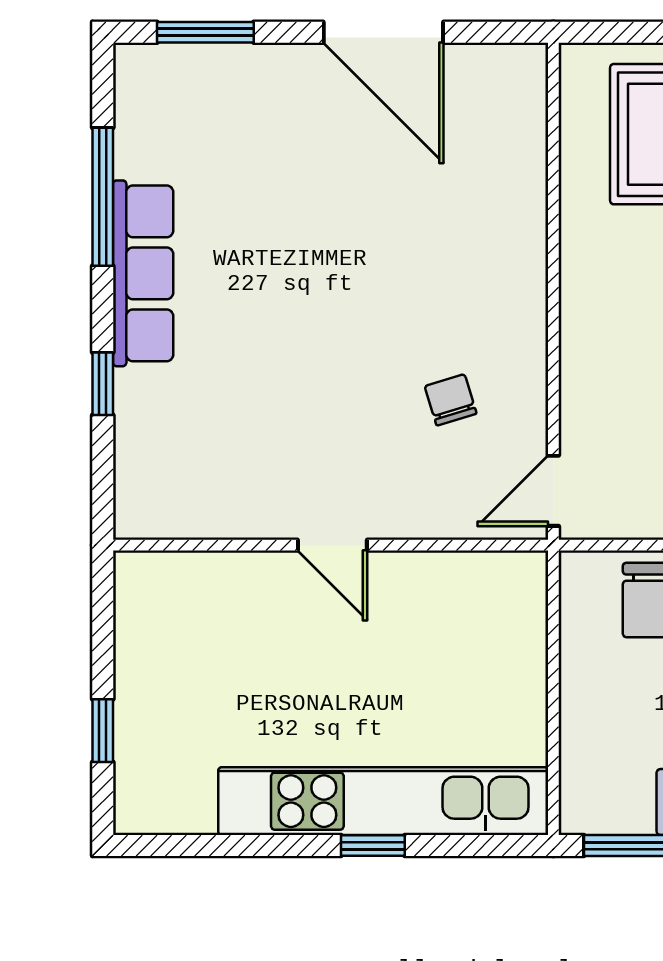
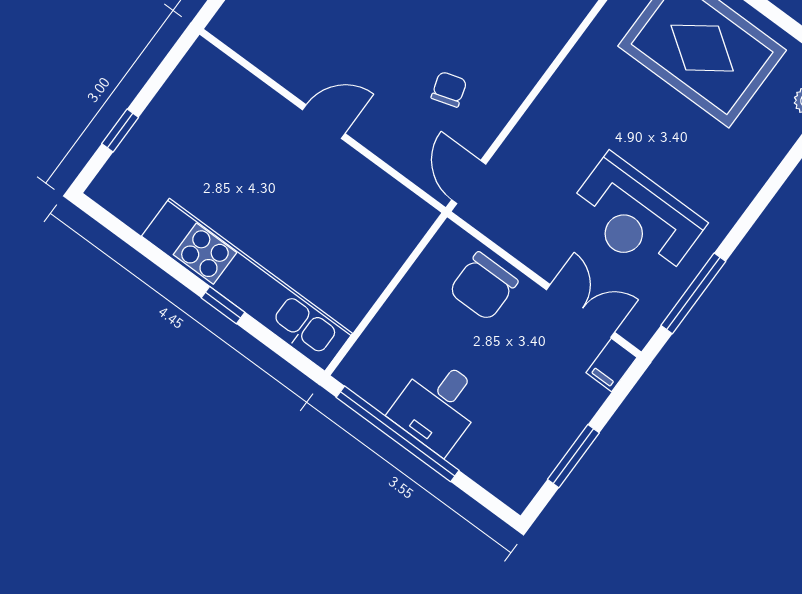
door: (553, 491) -> (469, 182), hinge flipped
door: (332, 545) -> (324, 122), swing flipped

